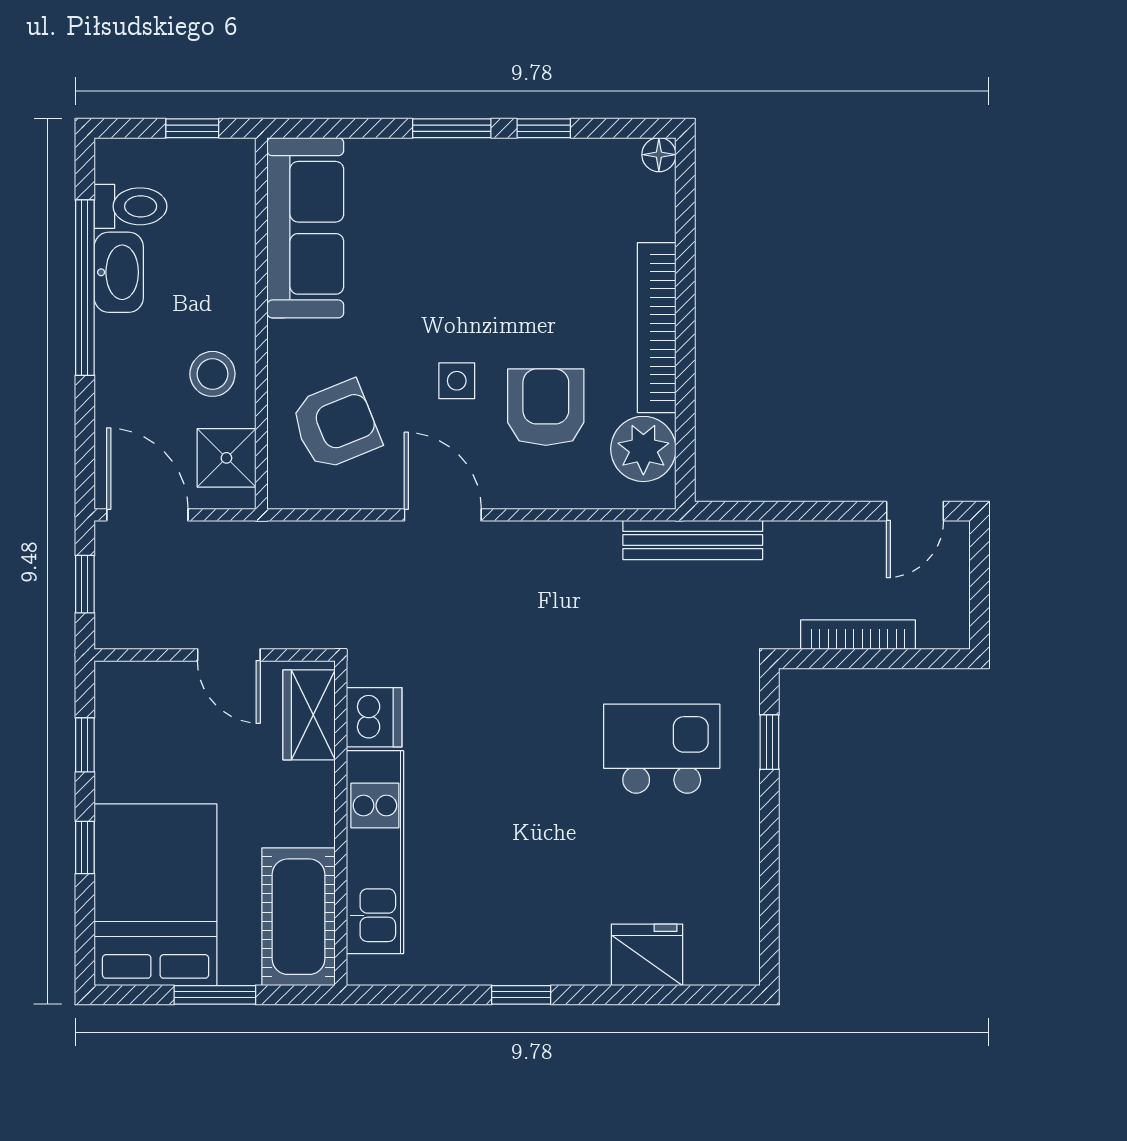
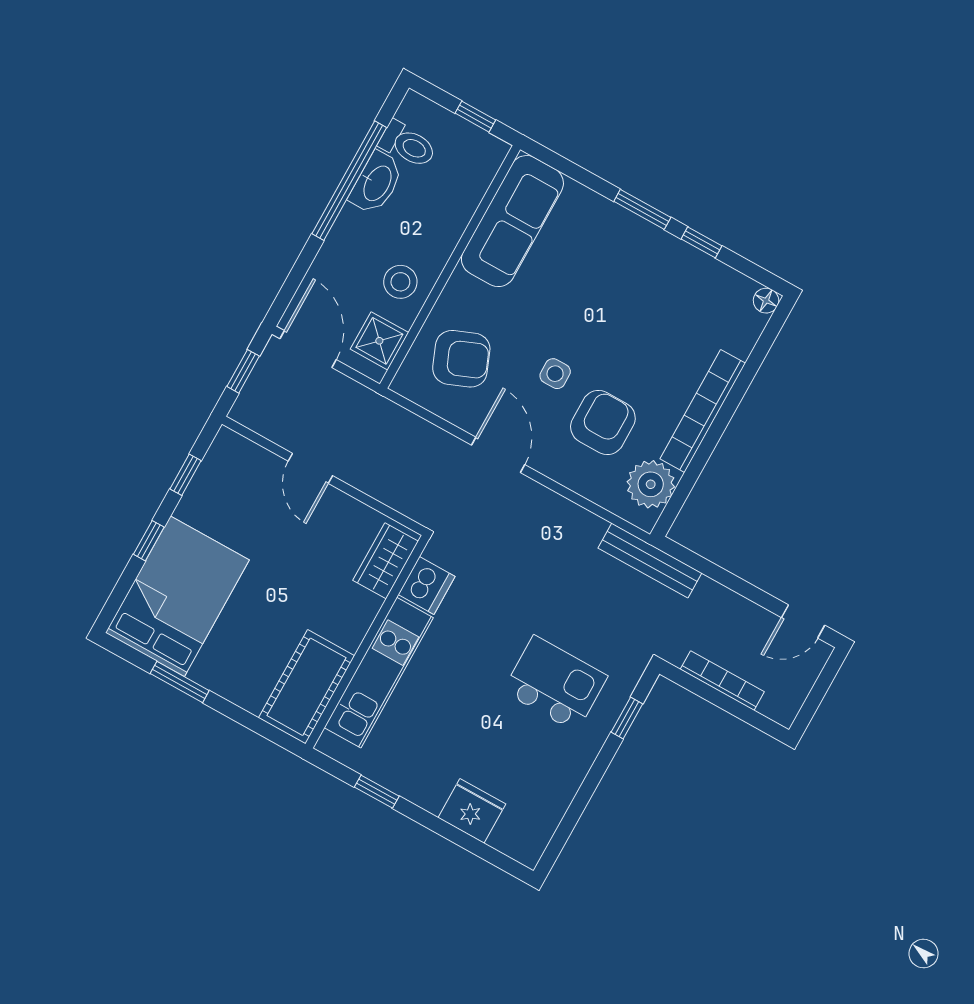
wardrobe: (309, 715) -> (386, 561), moved
dishwasher: (374, 717) -> (427, 586), moved
wall: (341, 823) -> (367, 642), moved
kitchen unit: (375, 852) -> (379, 673), moved
cot: (299, 917) -> (307, 687), moved

